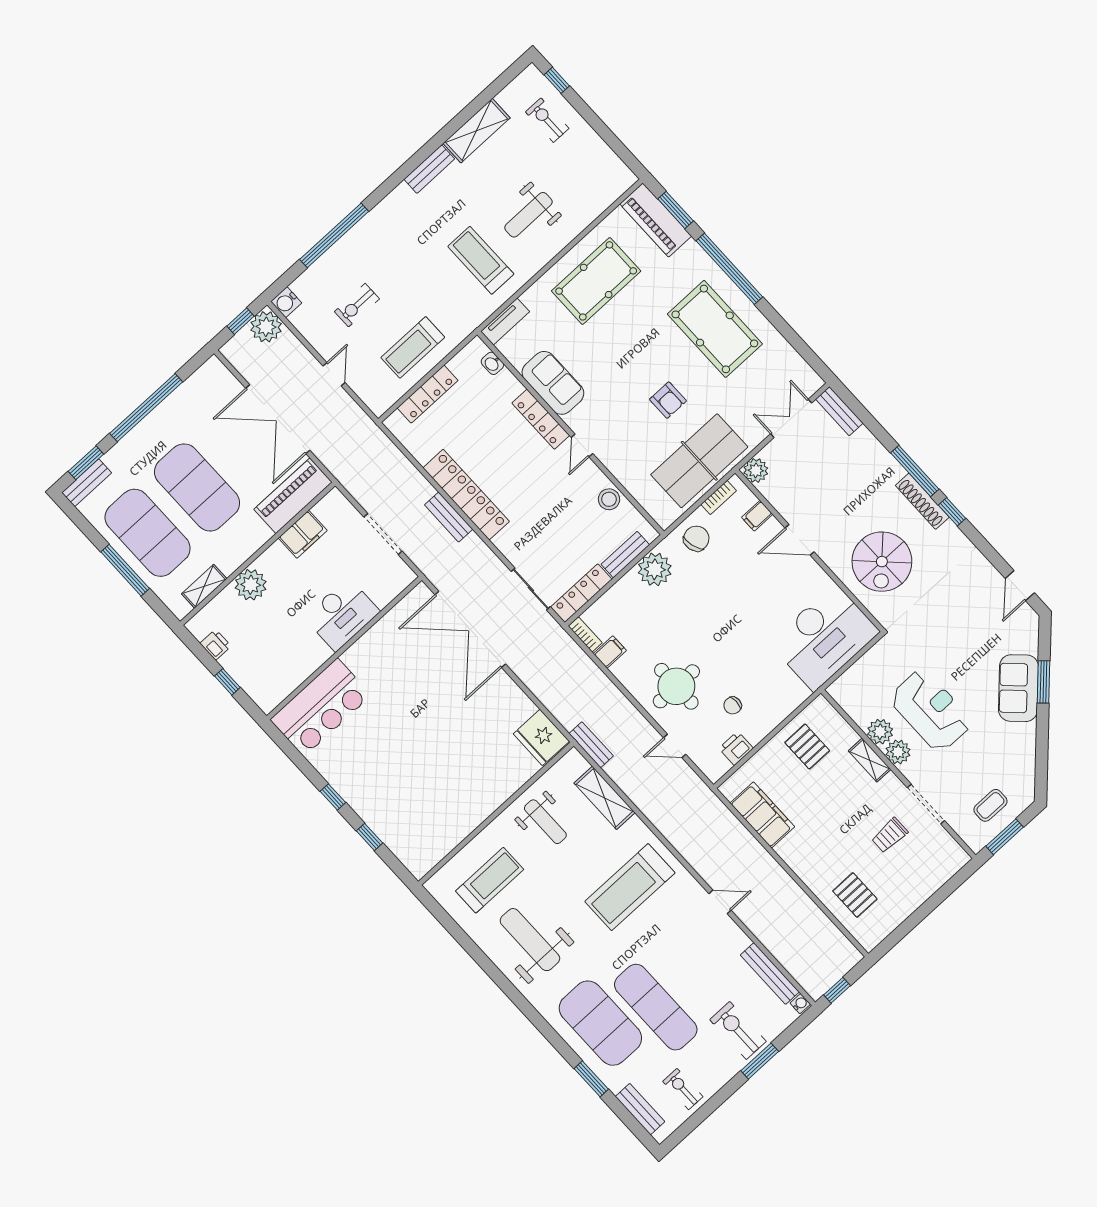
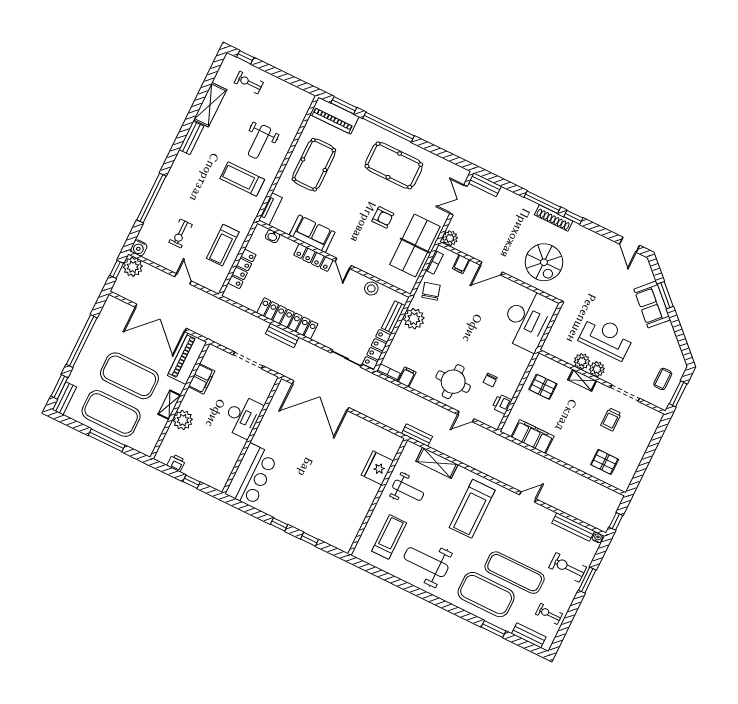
shelving: (204, 586) -> (169, 405), moved
fridge: (541, 737) -> (377, 468), moved, turned 90

